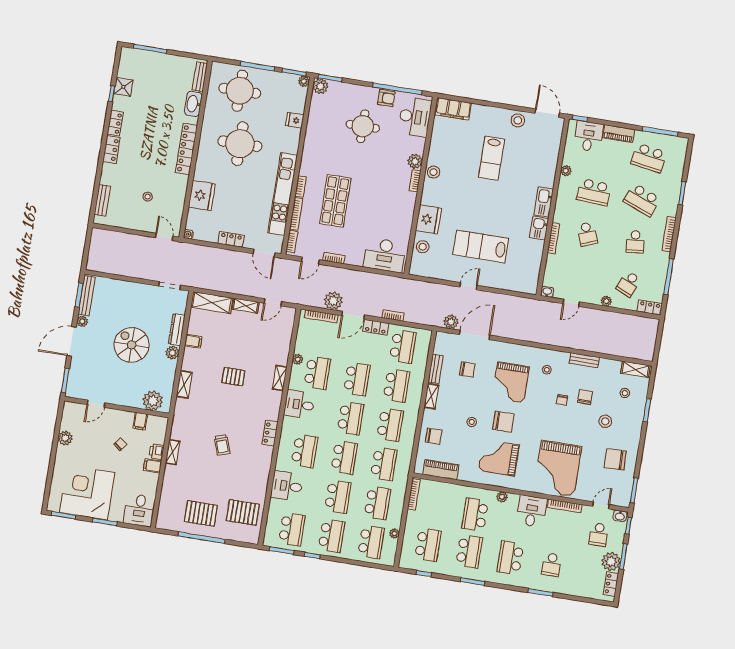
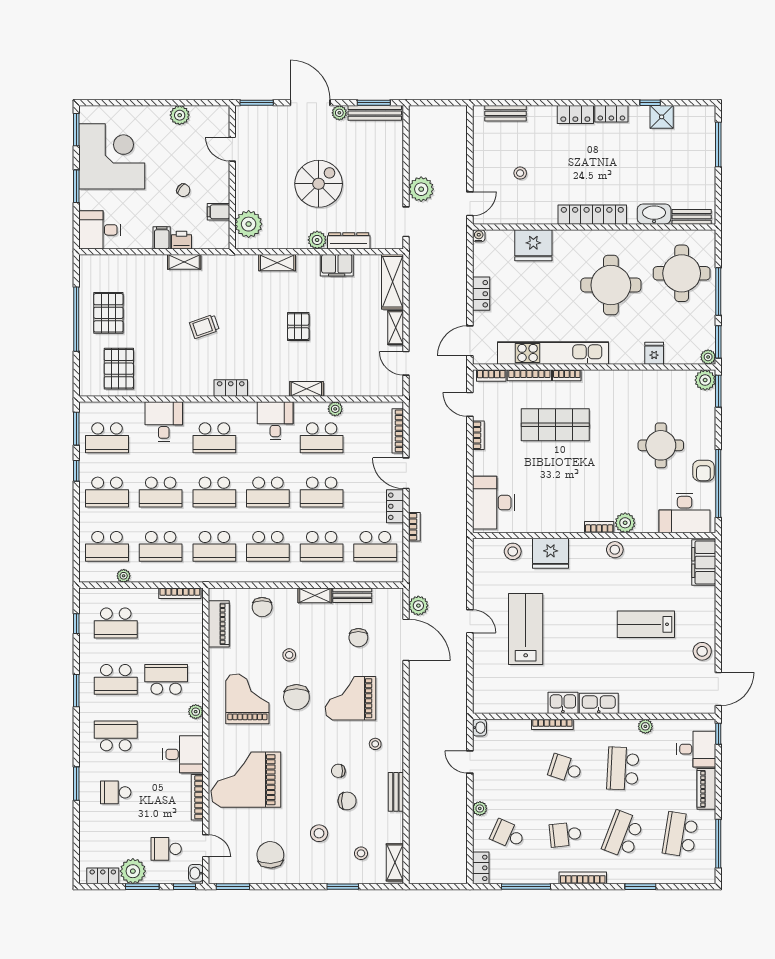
school desk: (587, 234) -> (565, 769), turned 39
plant: (333, 301) -> (421, 189), moved
filing cabinet: (193, 341) -> (337, 265), width x2.00

